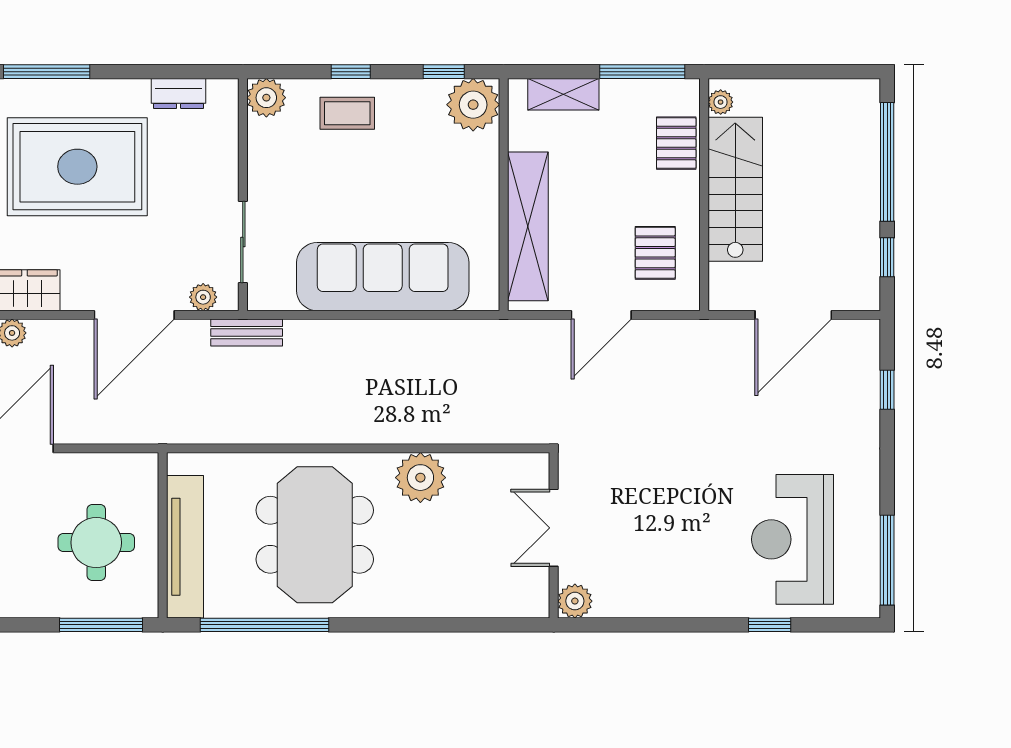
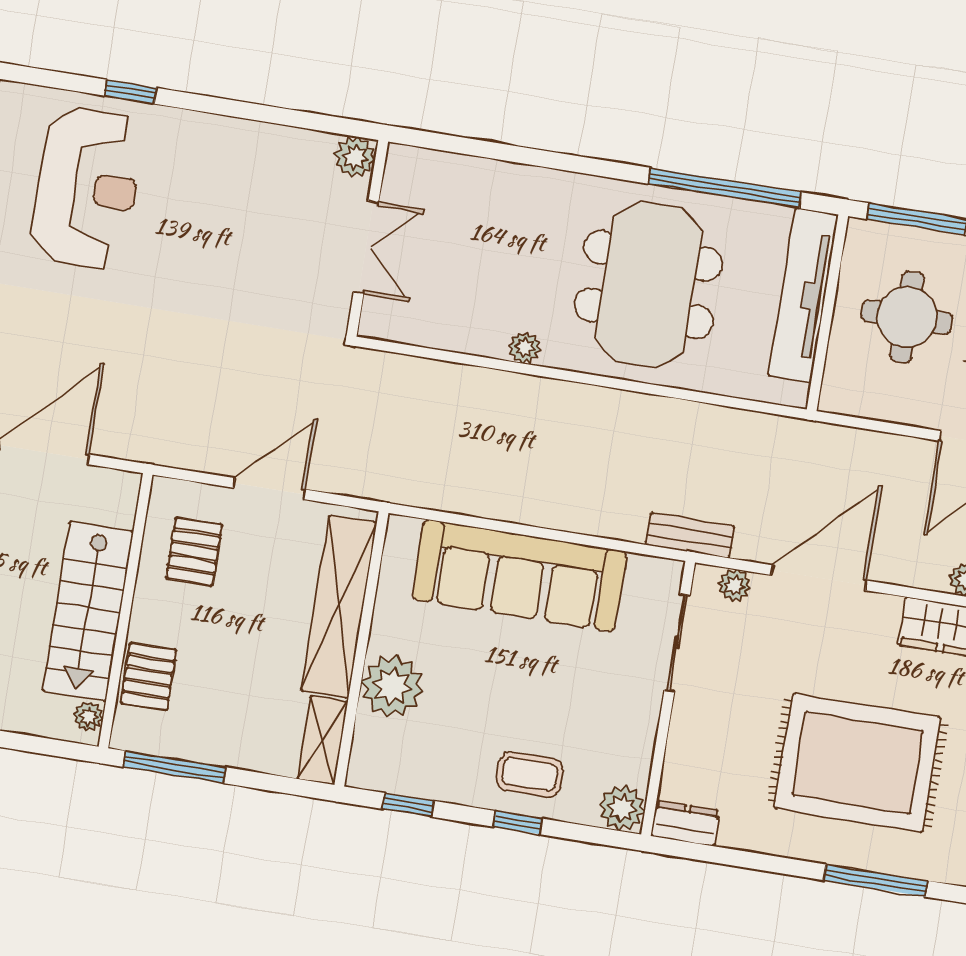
dresser: (179, 94) -> (685, 823), moved
shelving: (563, 94) -> (323, 740), moved, turned 90
plant: (473, 105) -> (392, 686), moved
plant: (420, 478) -> (525, 348), width x0.53, depth x0.53

